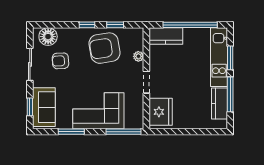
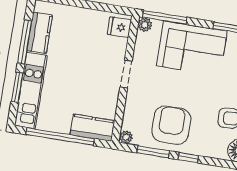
window: (115, 25) -> (153, 152), width x1.50
armchair: (104, 48) -> (171, 125), turned -81
plant: (138, 56) -> (126, 137), moved
fridge: (161, 112) -> (119, 27), width x0.53, depth x0.75
plant: (138, 123) -> (145, 25), added

